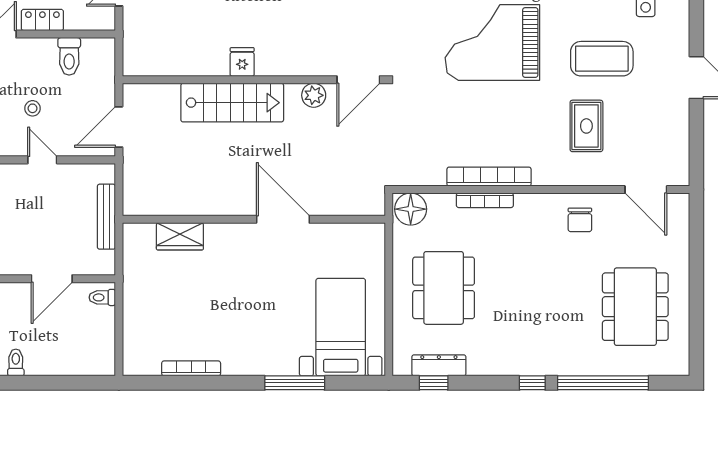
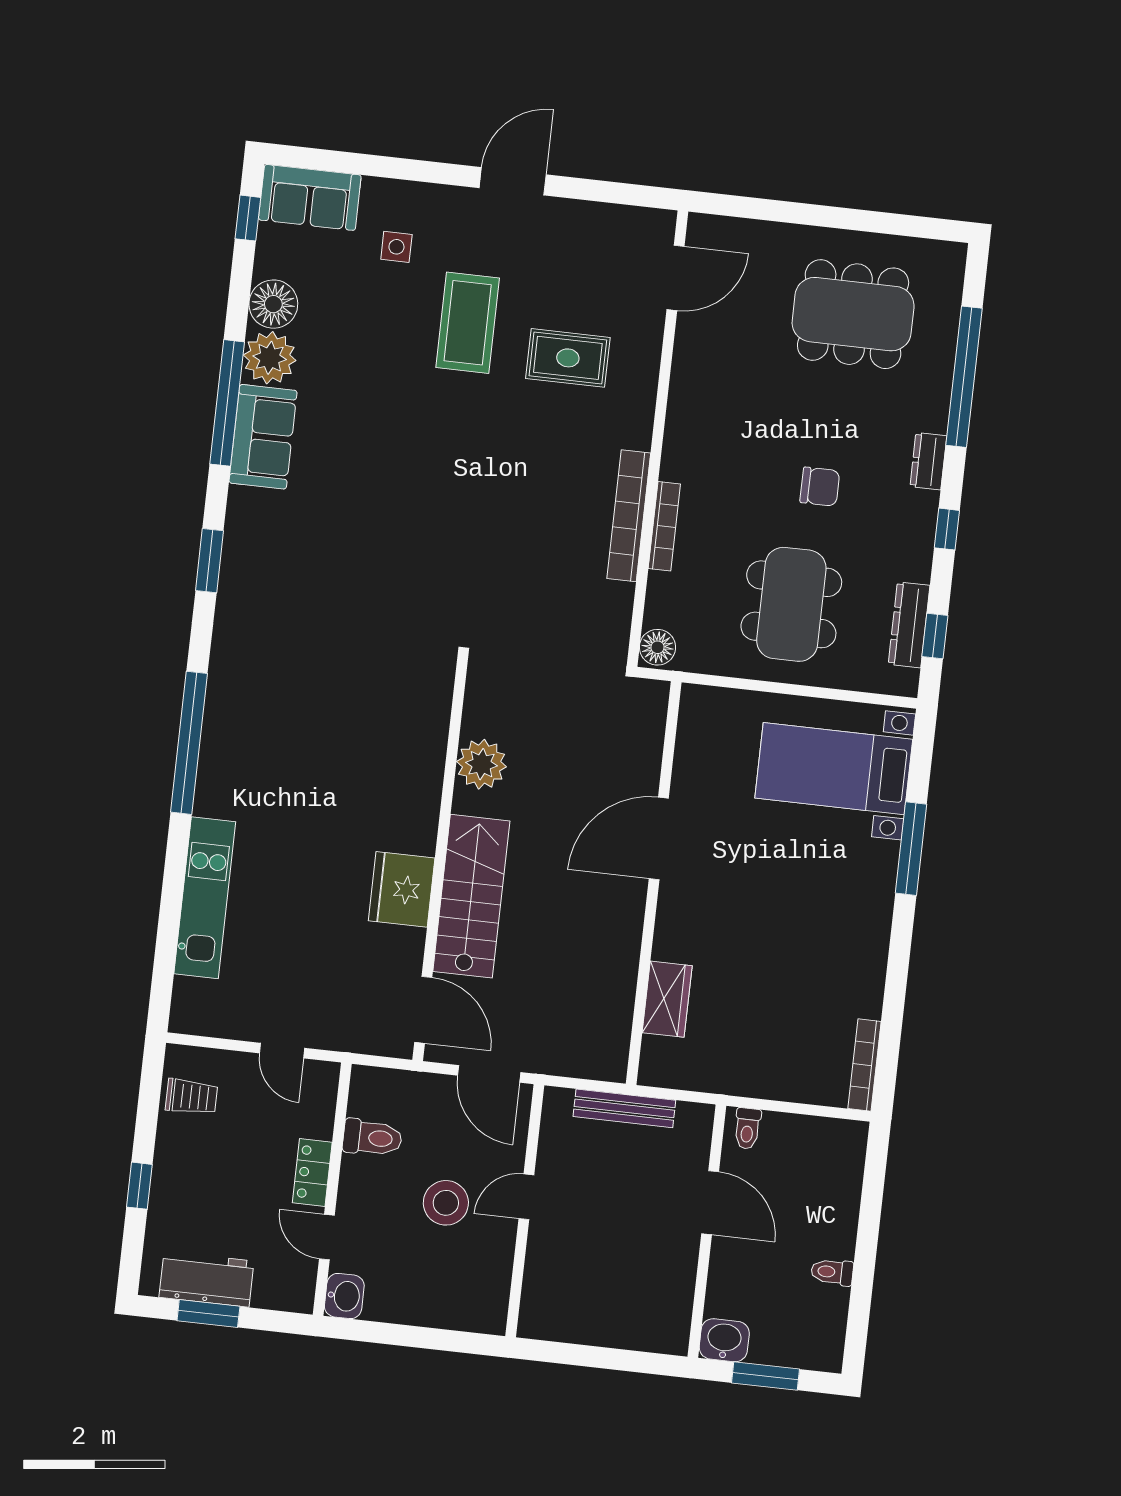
grand piano: (492, 42) -> (424, 487), removed
fridge: (242, 62) -> (402, 889), width x1.88, depth x1.34
door: (358, 80) -> (423, 1010), moved
plant: (314, 95) -> (482, 764), width x1.36, depth x1.36
stool: (33, 108) -> (446, 1203), width x1.89, depth x1.89
floor lamp: (411, 209) -> (657, 647), width x0.73, depth x0.73
chair: (580, 220) -> (820, 487), moved
dining table: (444, 288) -> (791, 604), turned 90
dresser: (546, 366) -> (928, 461), added
bookcase: (191, 368) -> (865, 1065), moved
window: (532, 383) -> (947, 529), moved

